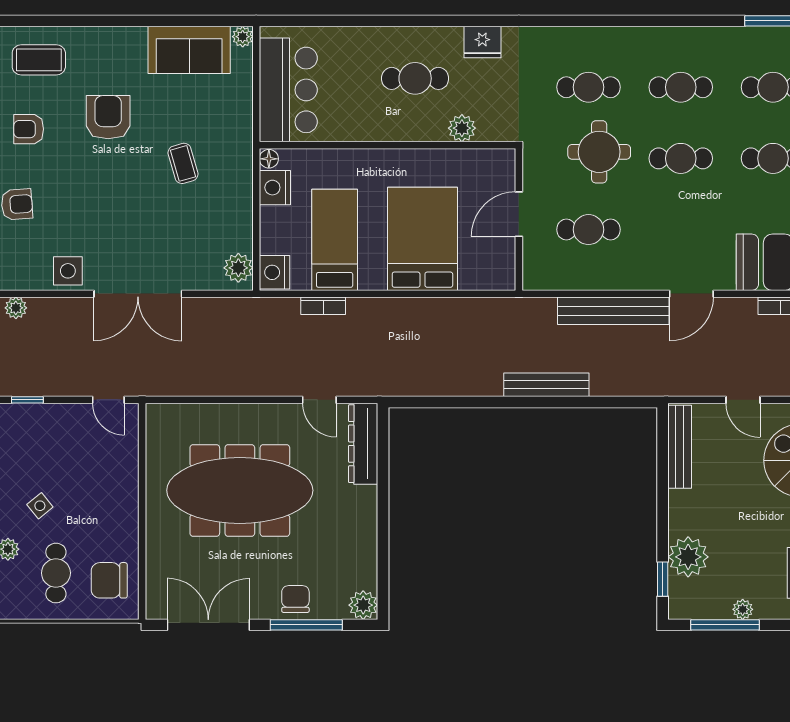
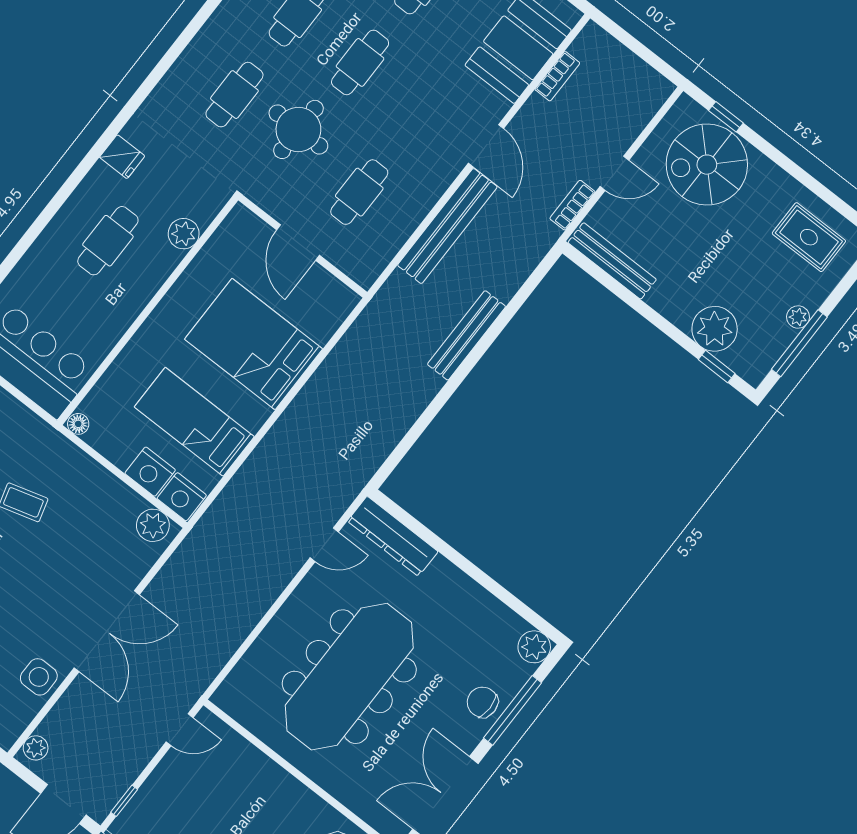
fridge: (482, 42) -> (122, 157), width x0.72
nightstand: (275, 188) -> (150, 472), moved
bookcase: (323, 306) -> (572, 205), moved, turned 180

